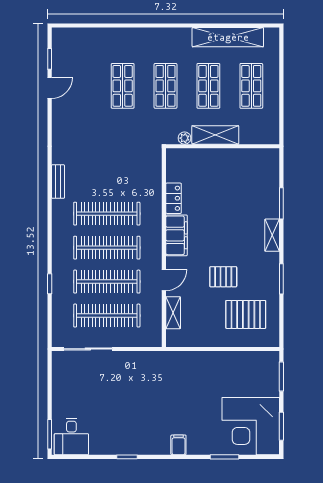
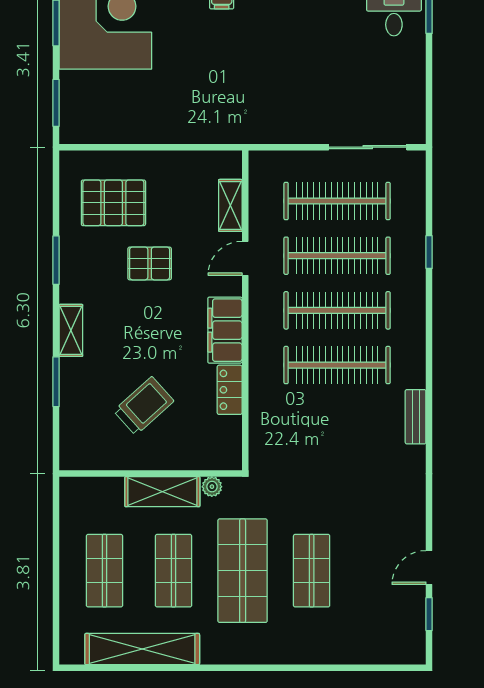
shop shelf: (166, 86) -> (243, 571), width x1.43, depth x1.36
trolley: (227, 188) -> (144, 406), added

